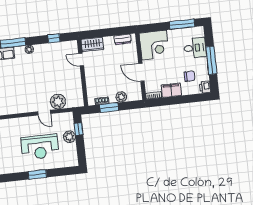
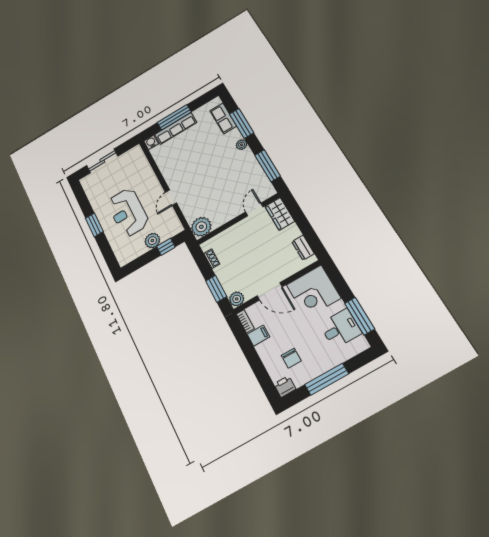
window: (54, 38) -> (268, 166), width x2.17
desk: (195, 48) -> (341, 329), moved, turned -90
door: (141, 72) -> (270, 291), swing flipped
filing cabinet: (171, 90) -> (258, 336), width x0.50
plant: (121, 97) -> (237, 299), moved
plant: (58, 102) -> (201, 227), moved
window: (109, 108) -> (216, 289), moved

